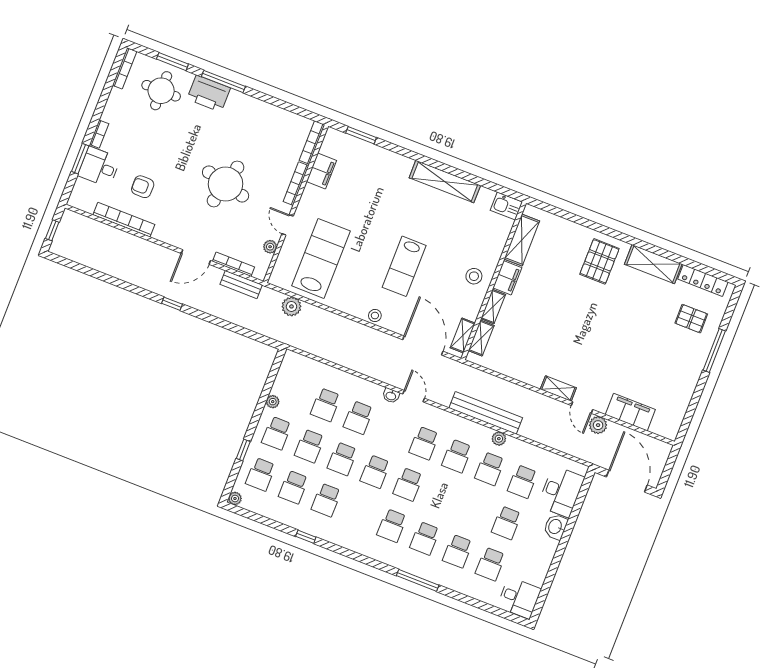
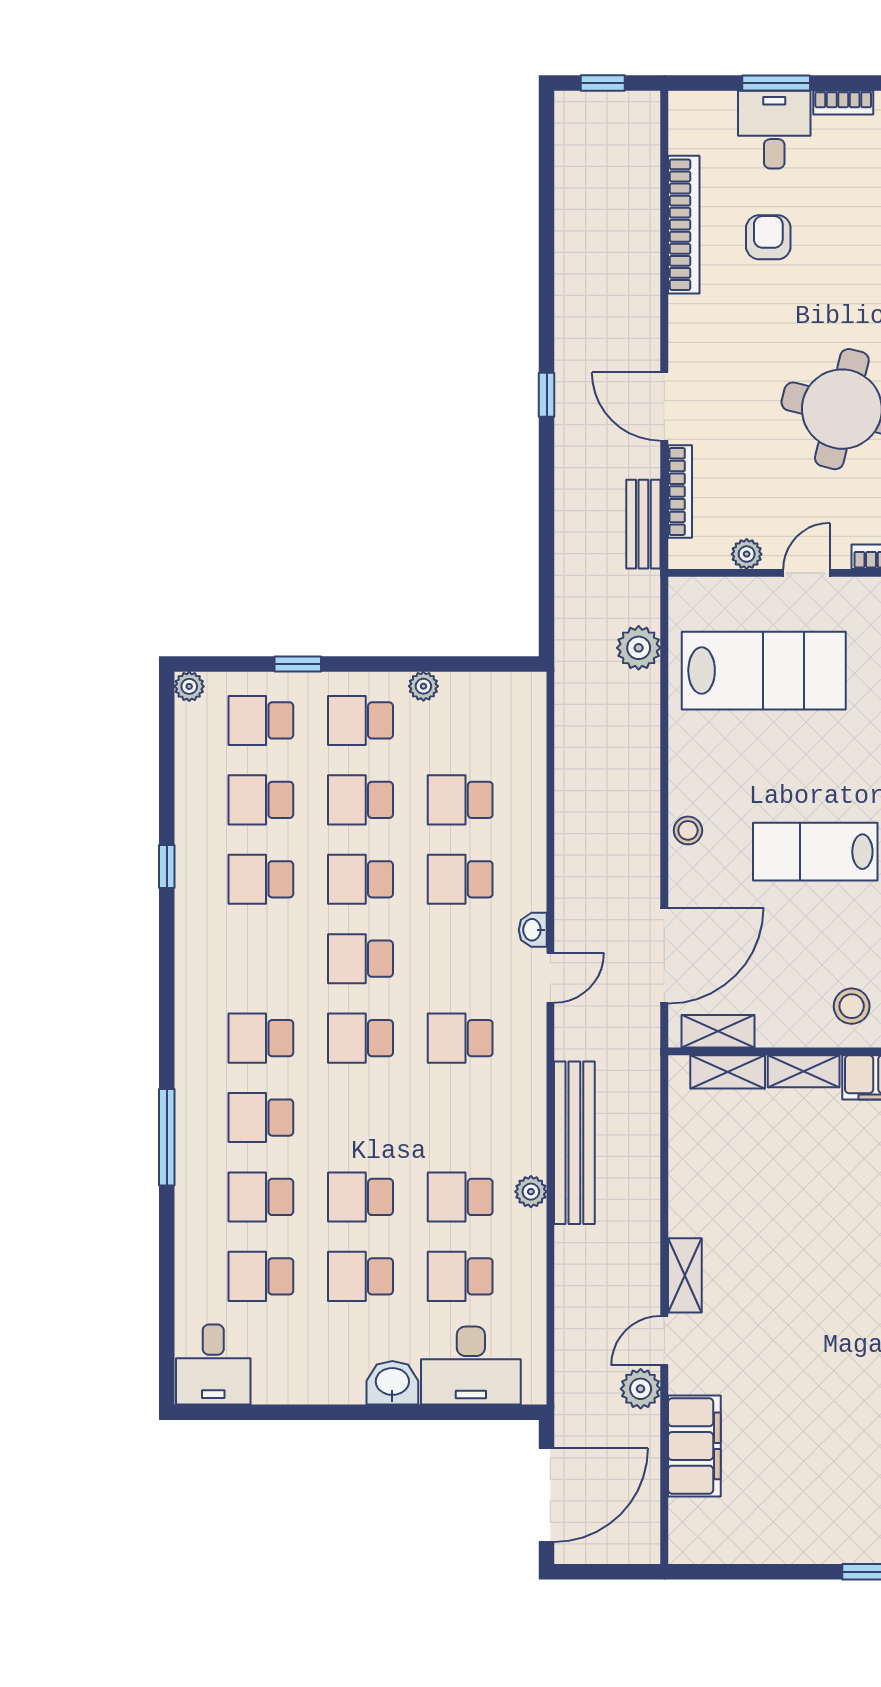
school desk: (457, 456) -> (360, 1197), moved

